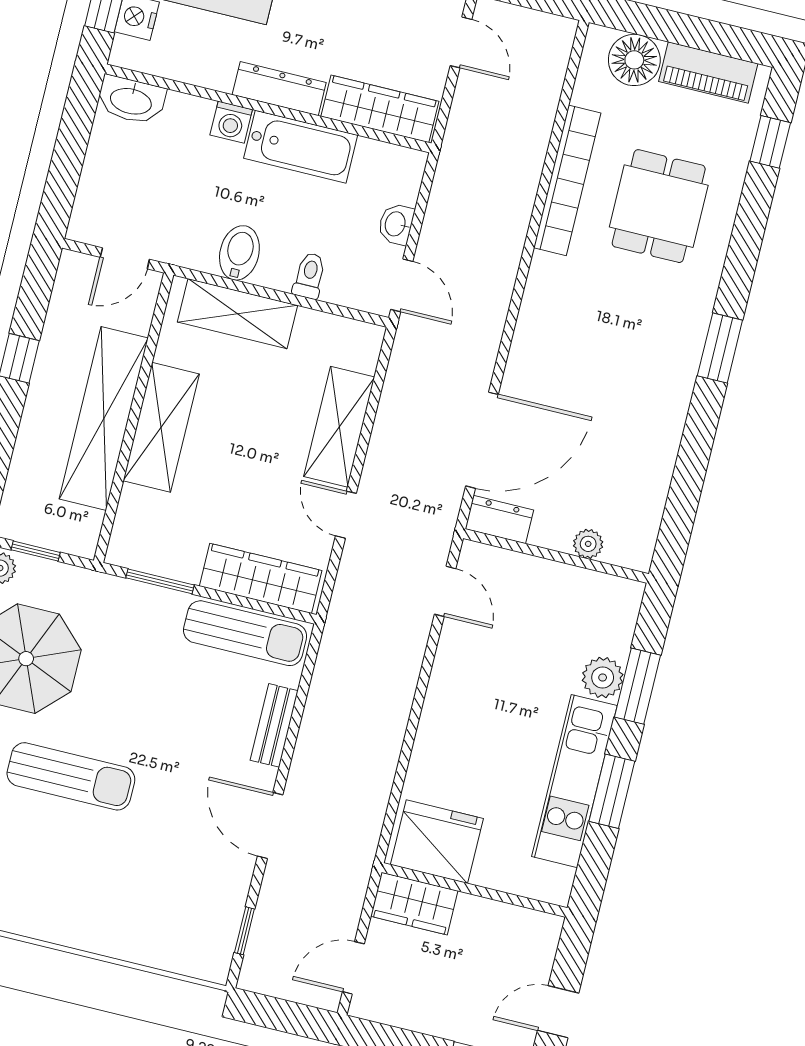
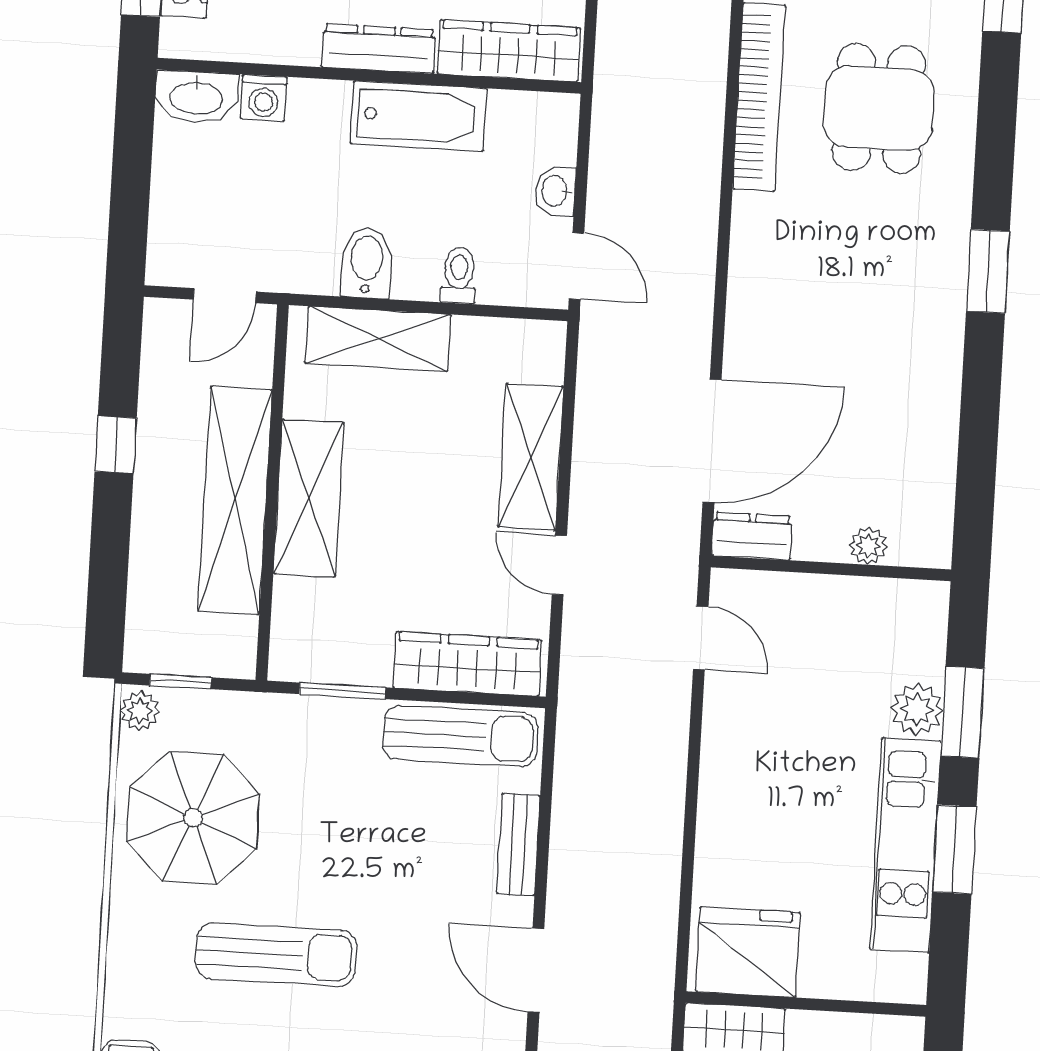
washing machine: (231, 122) -> (264, 98), moved

